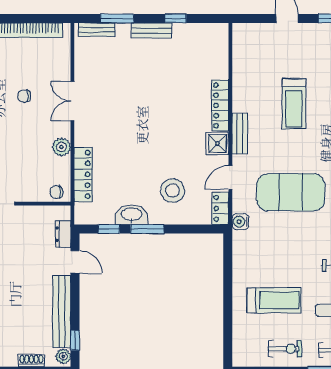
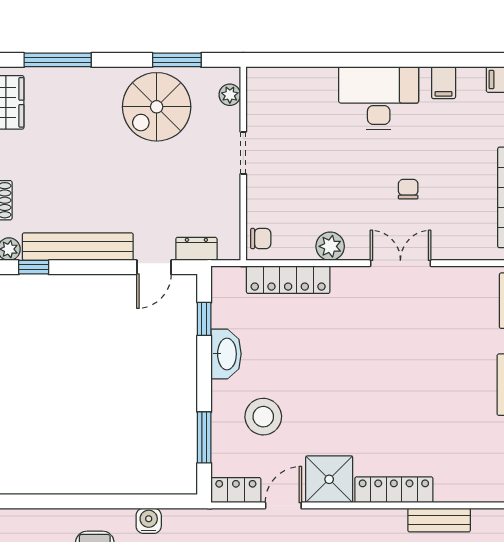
bench: (240, 134) -> (439, 520), moved
shower: (217, 143) -> (329, 479), width x1.36, depth x1.36
door: (230, 177) -> (283, 505), hinge flipped
chair: (56, 192) -> (261, 239), turned 90
water cooler: (240, 222) -> (149, 521), moved
window: (147, 229) -> (204, 437), moved

